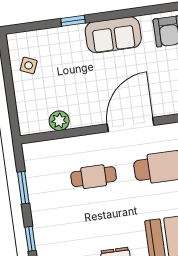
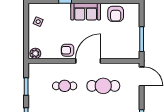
armchair: (90, 110) -> (68, 50), added
plant: (59, 121) -> (35, 53), moved

